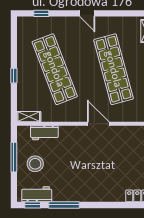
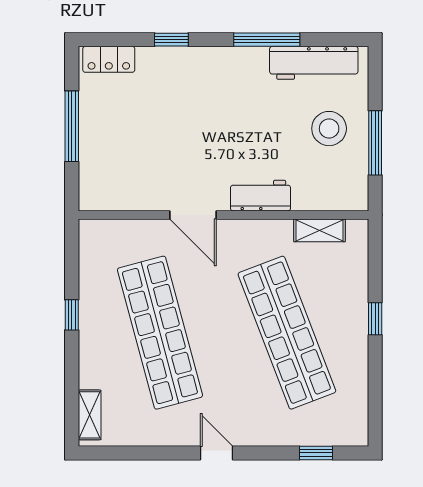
shelving: (29, 117) -> (319, 230), moved
workbench: (44, 133) -> (260, 196), moved
workbench: (37, 194) -> (314, 63), width x1.38
window: (33, 205) -> (171, 40), moved

